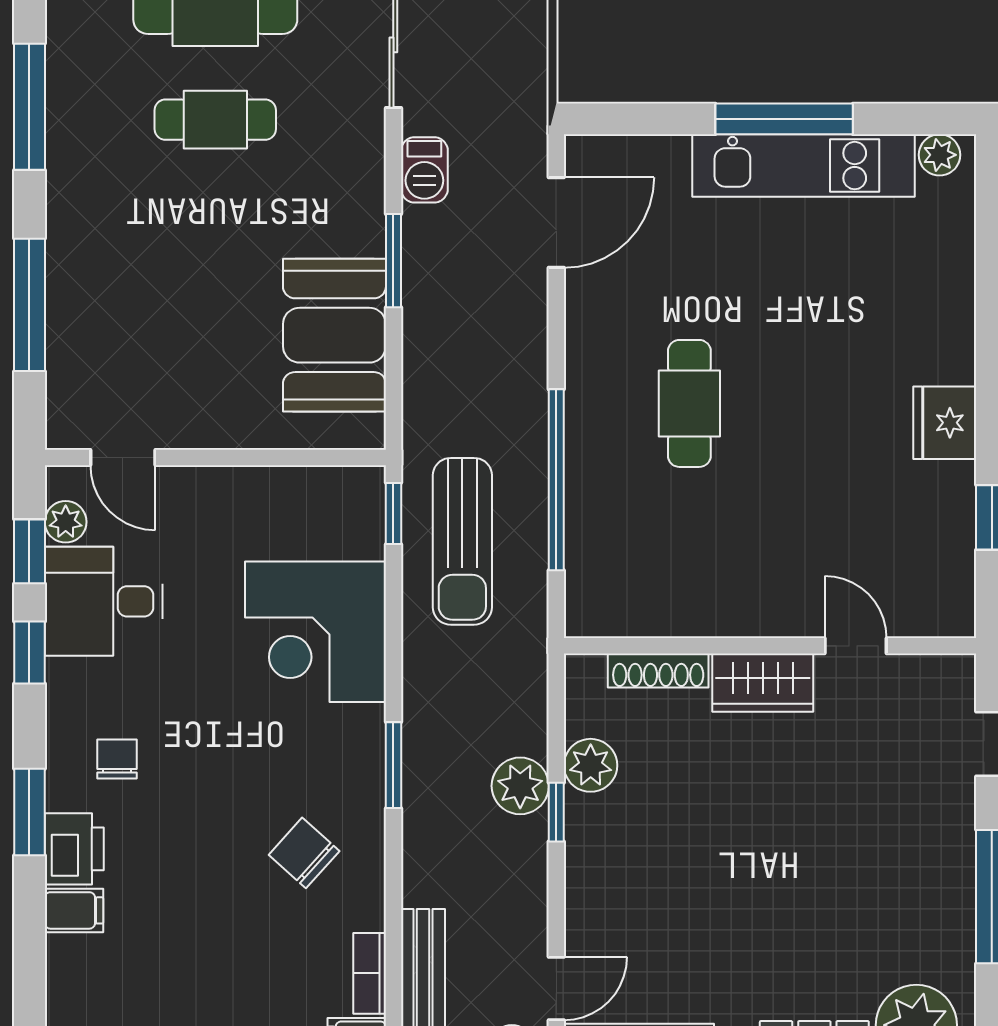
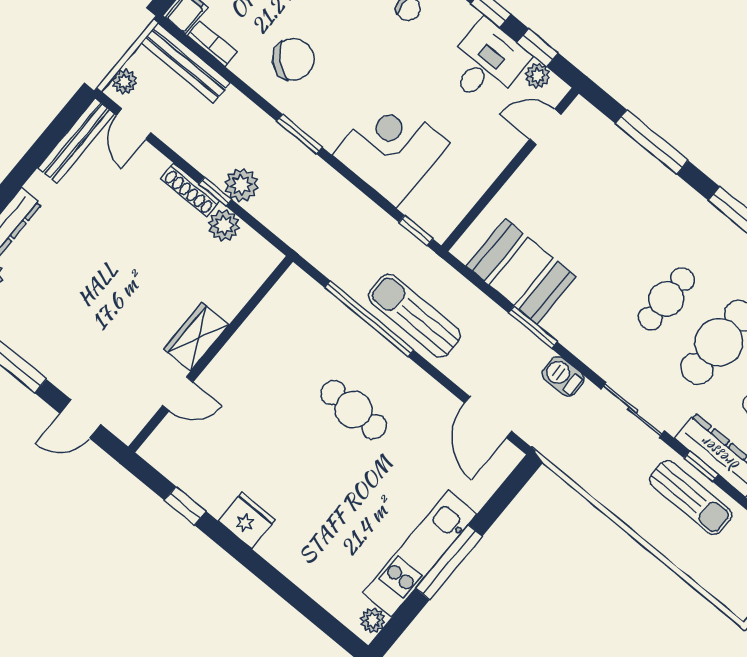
sun lounger: (462, 541) -> (415, 316), moved
shoe rack: (658, 670) -> (190, 190), moved, turned -90
chair: (304, 853) -> (293, 59), width x1.37, depth x1.37

